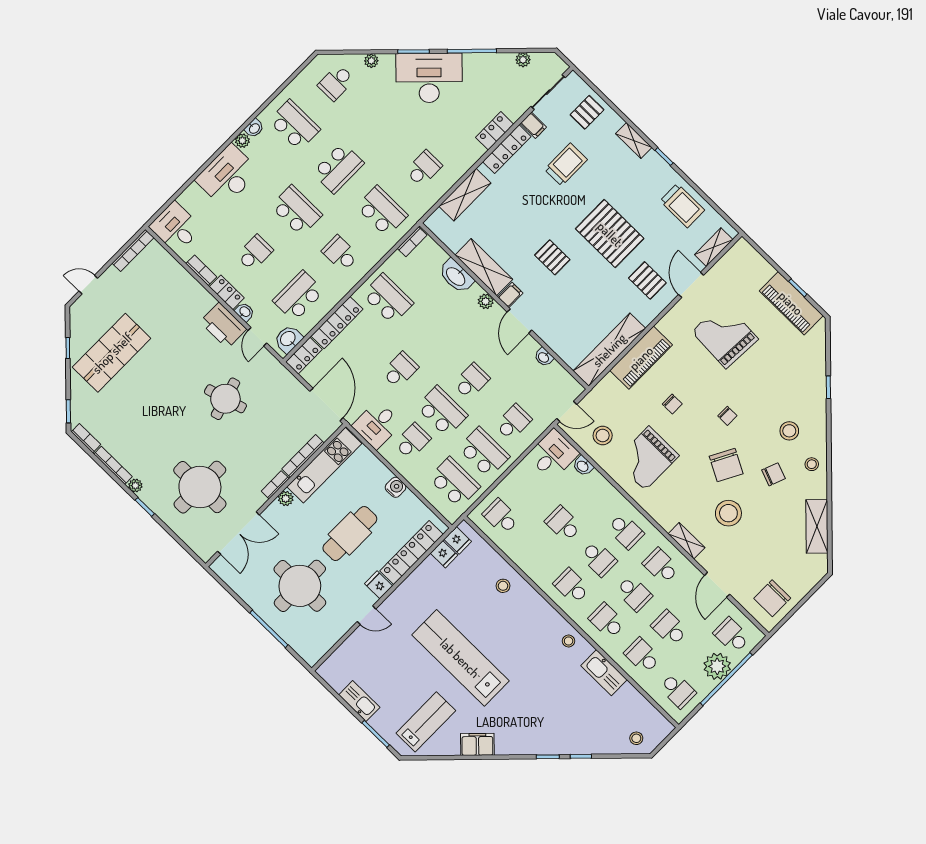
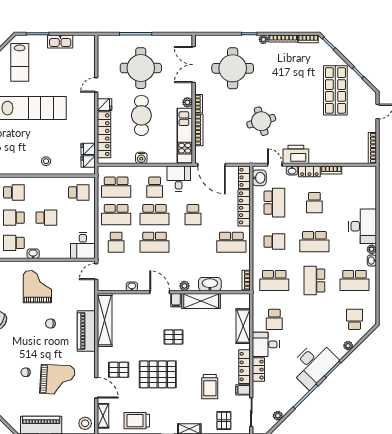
desk: (176, 227) -> (266, 344), moved, turned 180
school desk: (472, 381) -> (155, 242), width x1.85
chair: (727, 416) -> (26, 372), moved
stool: (603, 436) -> (85, 423), moved
washbasin: (583, 466) -> (33, 254), moved

